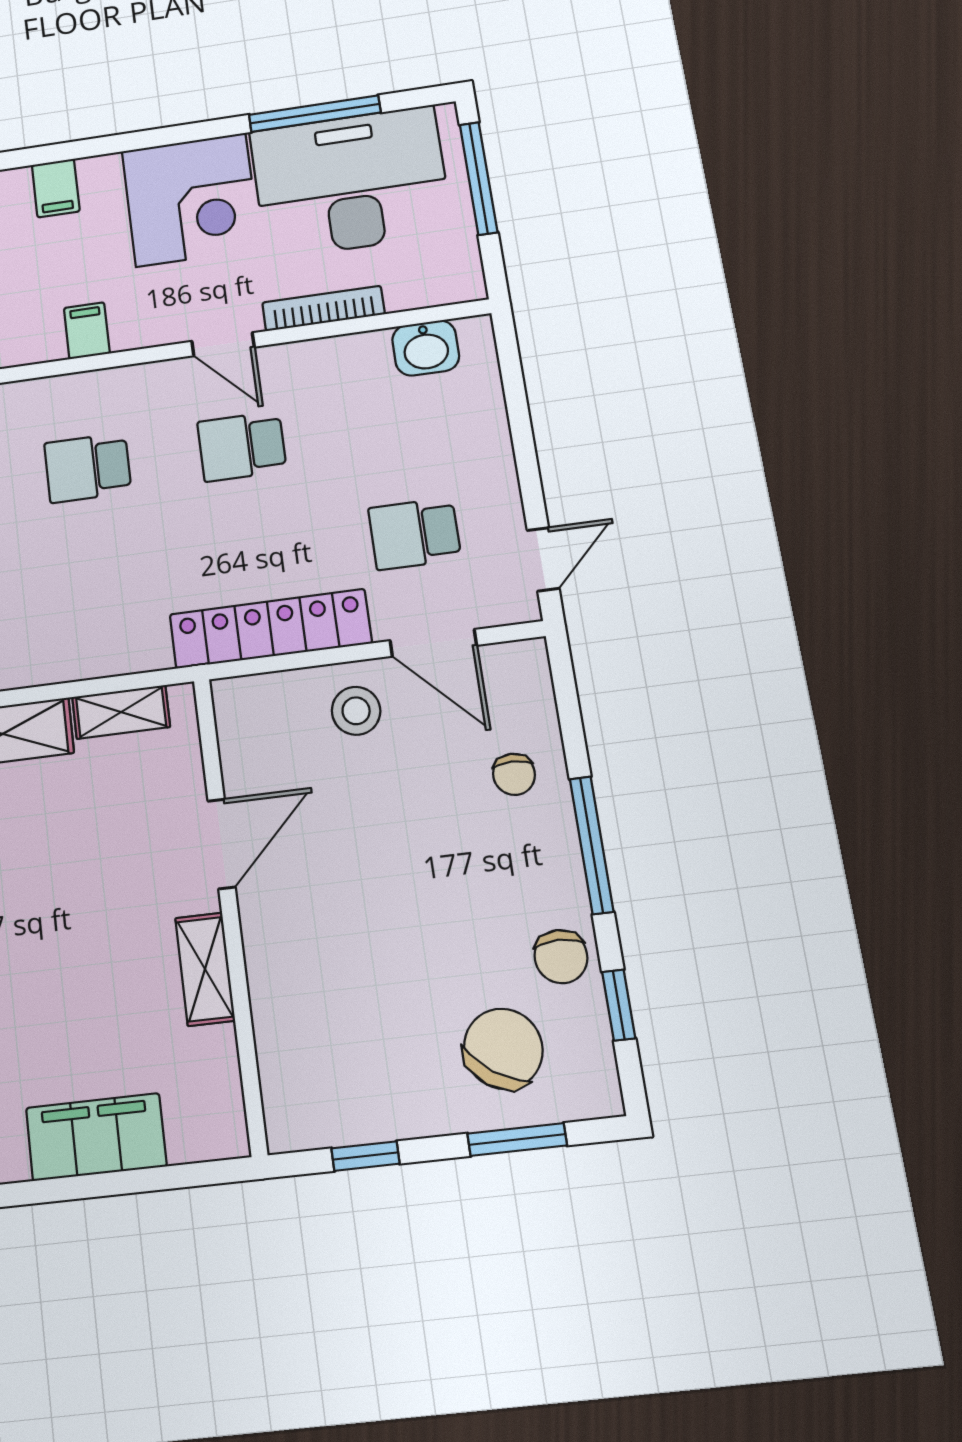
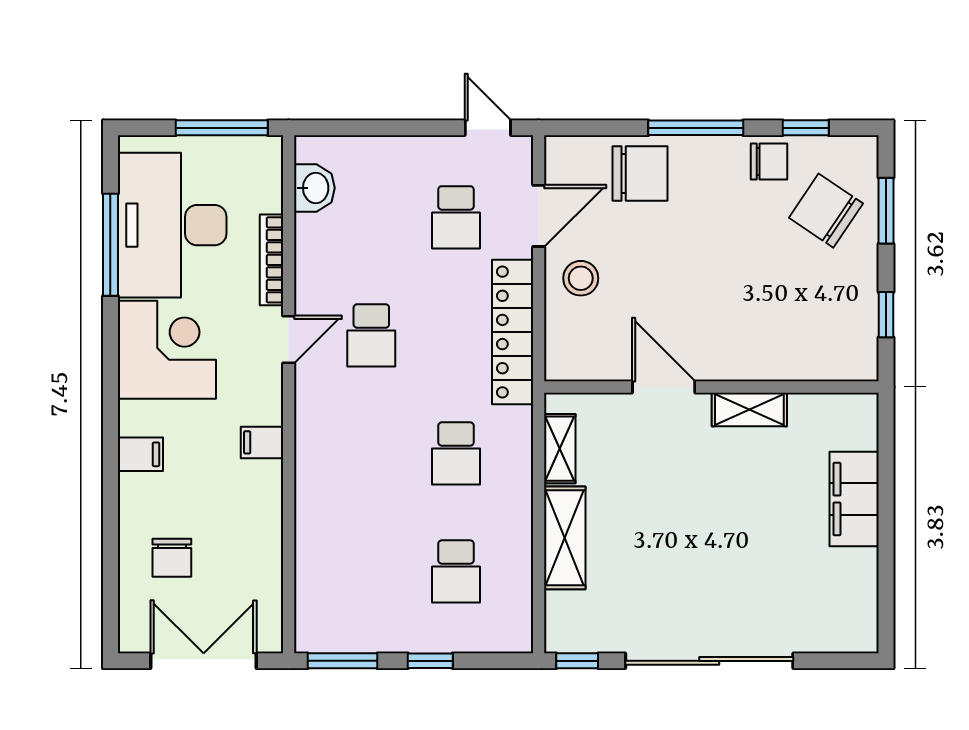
window: (479, 178) -> (222, 128), moved
school desk: (88, 468) -> (456, 453), moved
chair: (514, 774) -> (640, 173), width x1.87, depth x1.87

